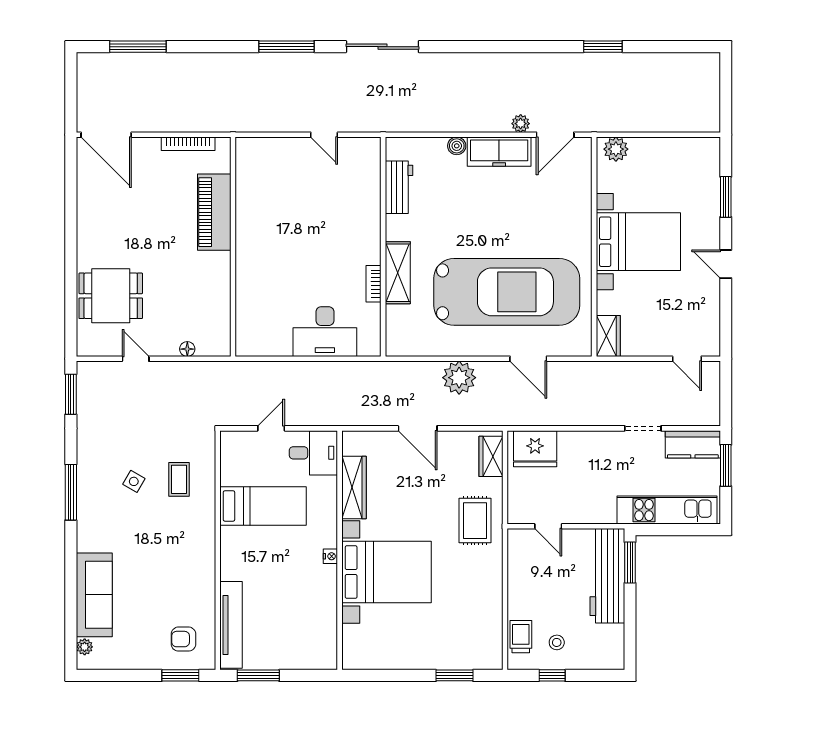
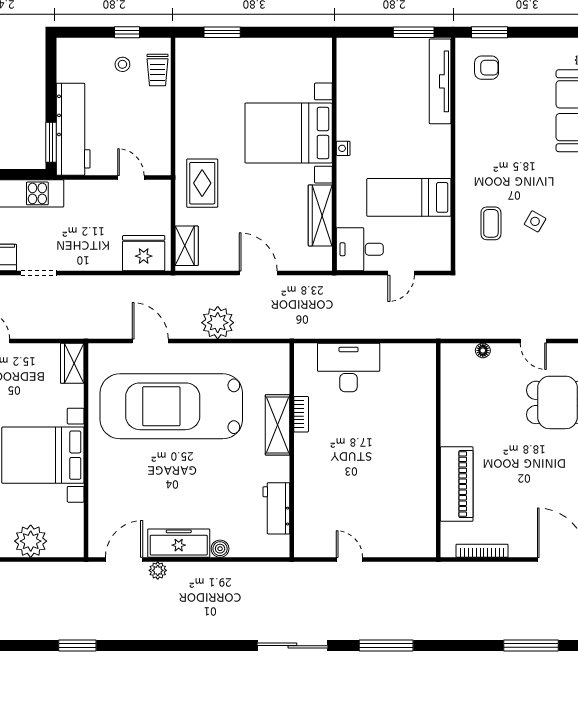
plant: (616, 149) -> (31, 541), moved, width x1.36, depth x1.36

